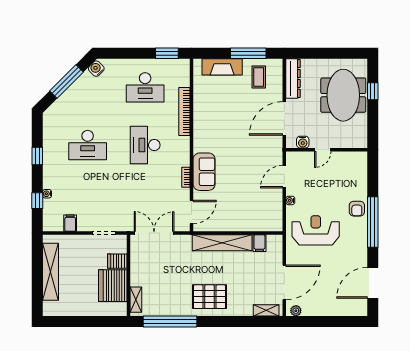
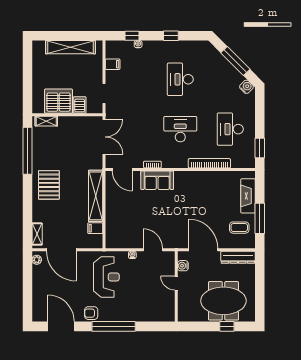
armchair: (357, 209) -> (91, 313), moved

